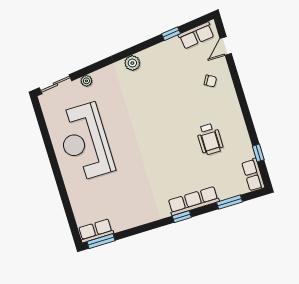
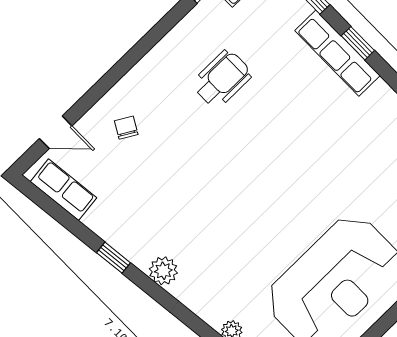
window: (171, 34) -> (114, 258), moved
window: (182, 217) -> (358, 43), moved

